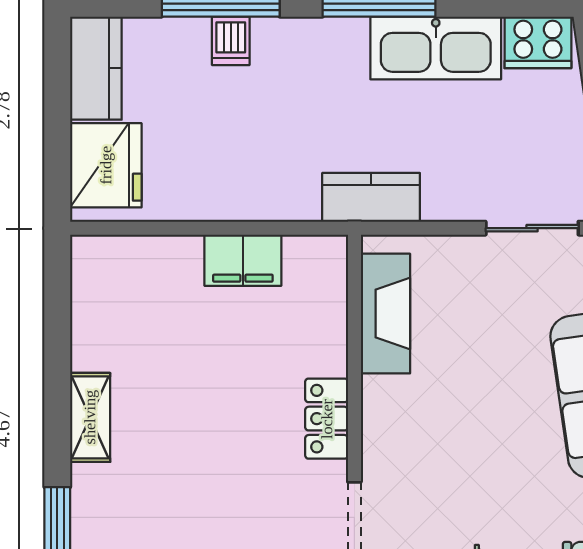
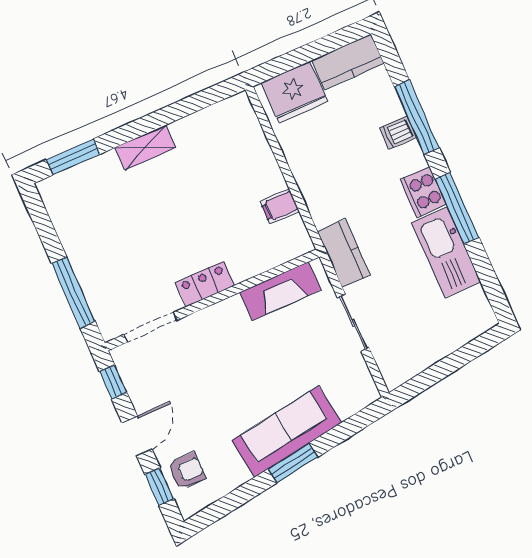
cooker: (538, 42) -> (423, 192), moved
sliding door: (532, 228) -> (353, 323), moved
filing cabinet: (243, 260) -> (280, 206), width x0.50

